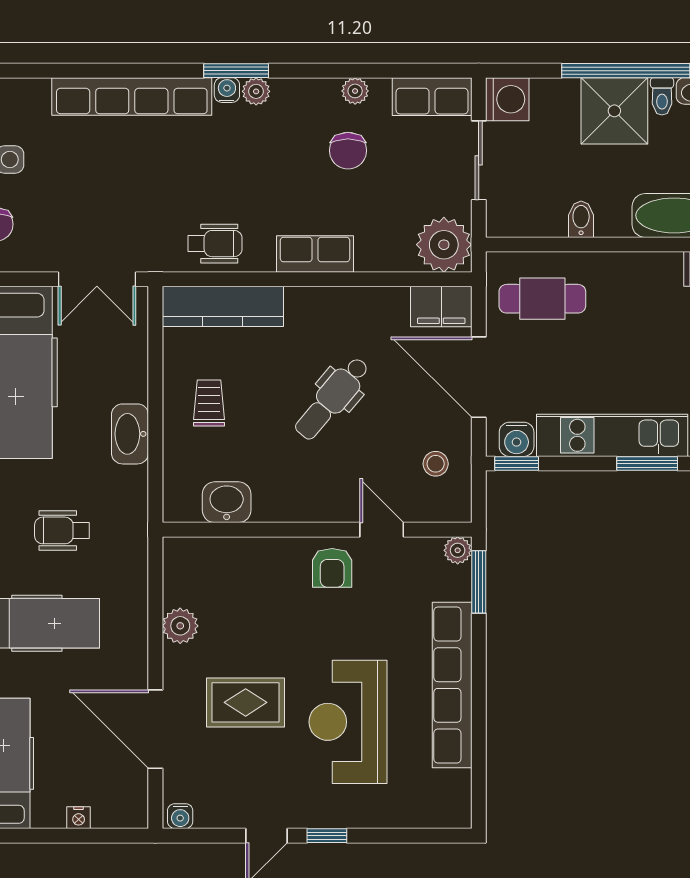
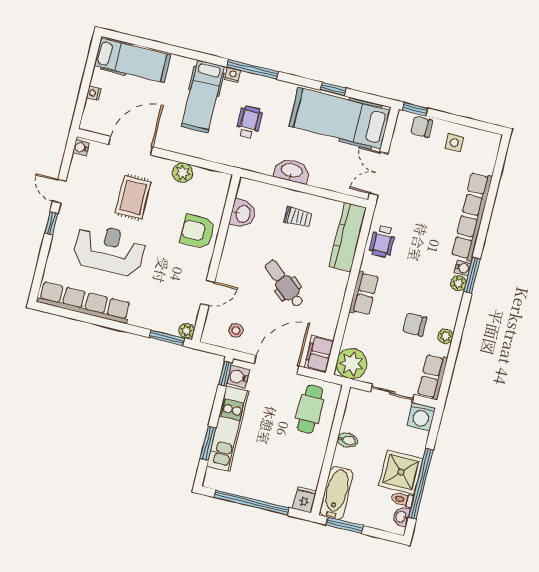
armchair: (332, 568) -> (198, 231), moved, width x1.38, depth x1.38
row of seats: (452, 685) -> (84, 303), moved

